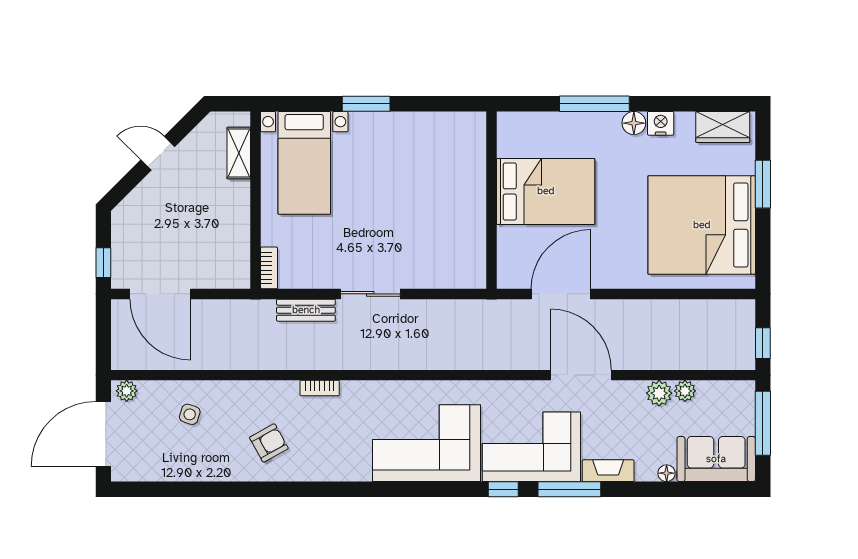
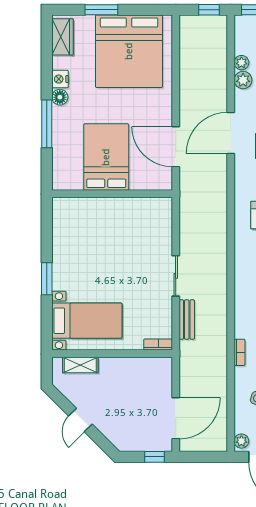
bookcase: (320, 388) -> (240, 352), moved

